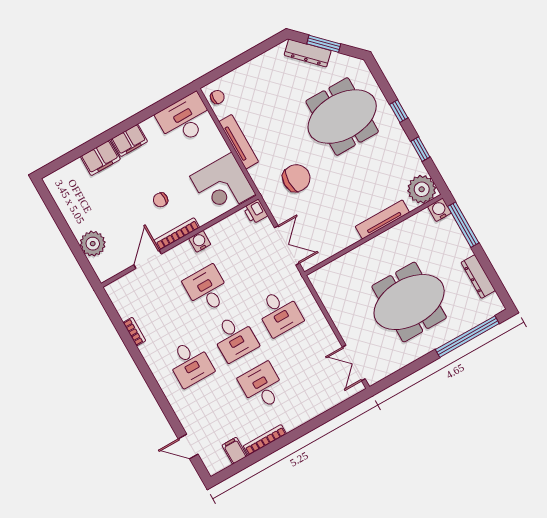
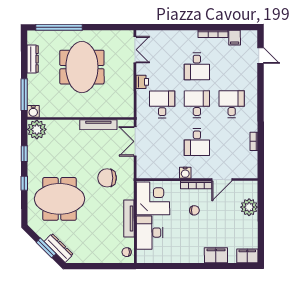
desk: (185, 119) -> (150, 233), moved, turned 90
filing cabinet: (129, 140) -> (247, 256), moved
printer: (255, 212) -> (142, 82), moved
tv unit: (382, 219) -> (98, 125), moved
meeting table: (409, 302) -> (82, 67), turned 90

